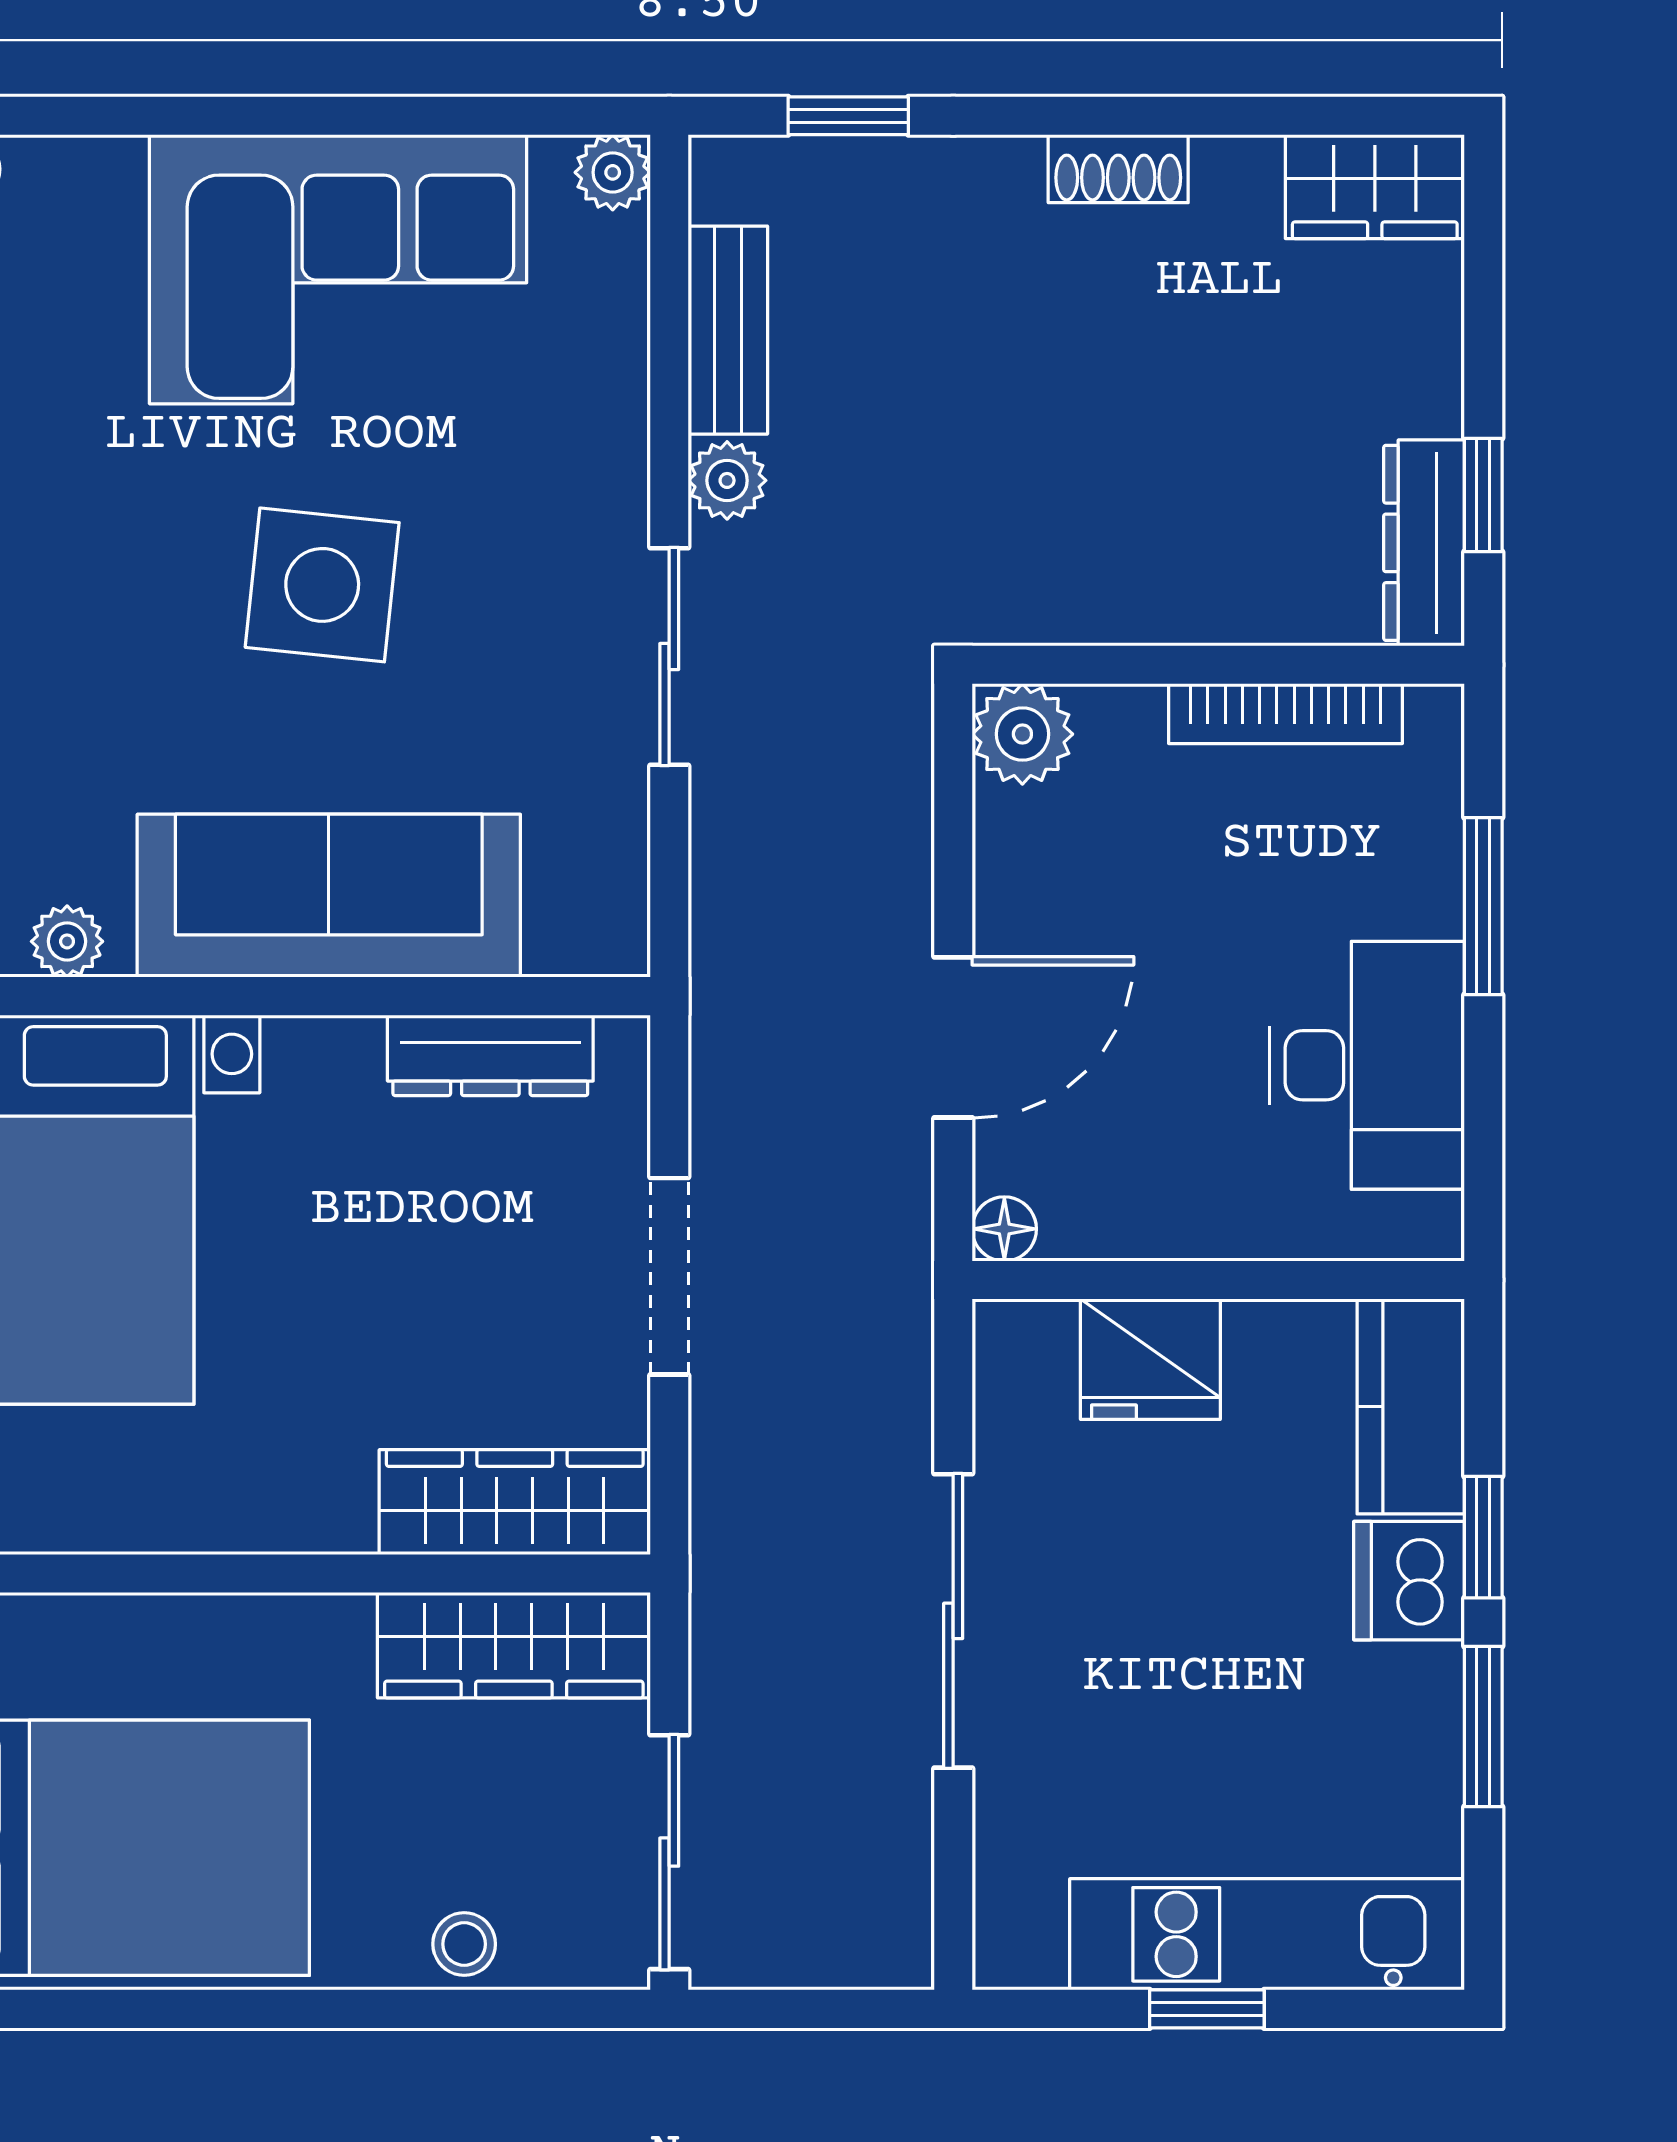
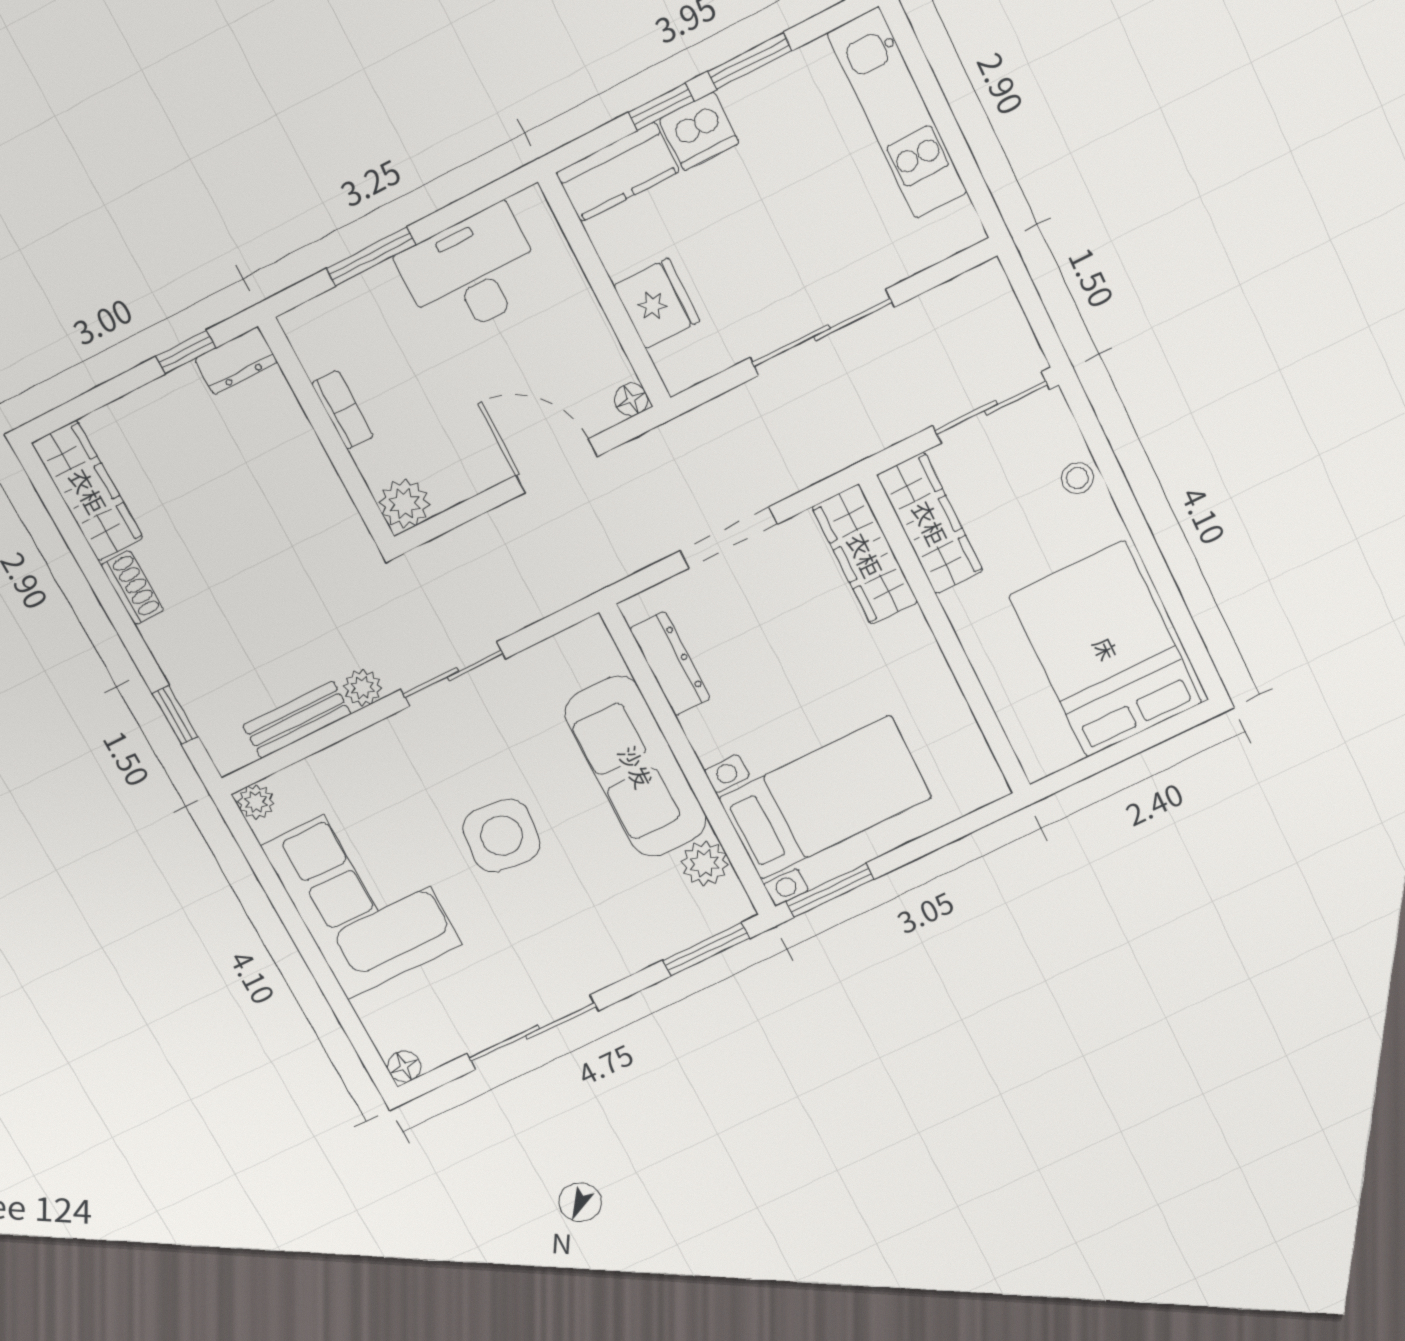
wardrobe: (1375, 187) -> (88, 491), width x1.50
dresser: (1424, 543) -> (236, 361), width x0.70
bookcase: (1286, 714) -> (342, 410), width x0.64
plant: (67, 941) -> (705, 863), width x1.38, depth x1.38
window: (1207, 2009) -> (946, 124), removed

